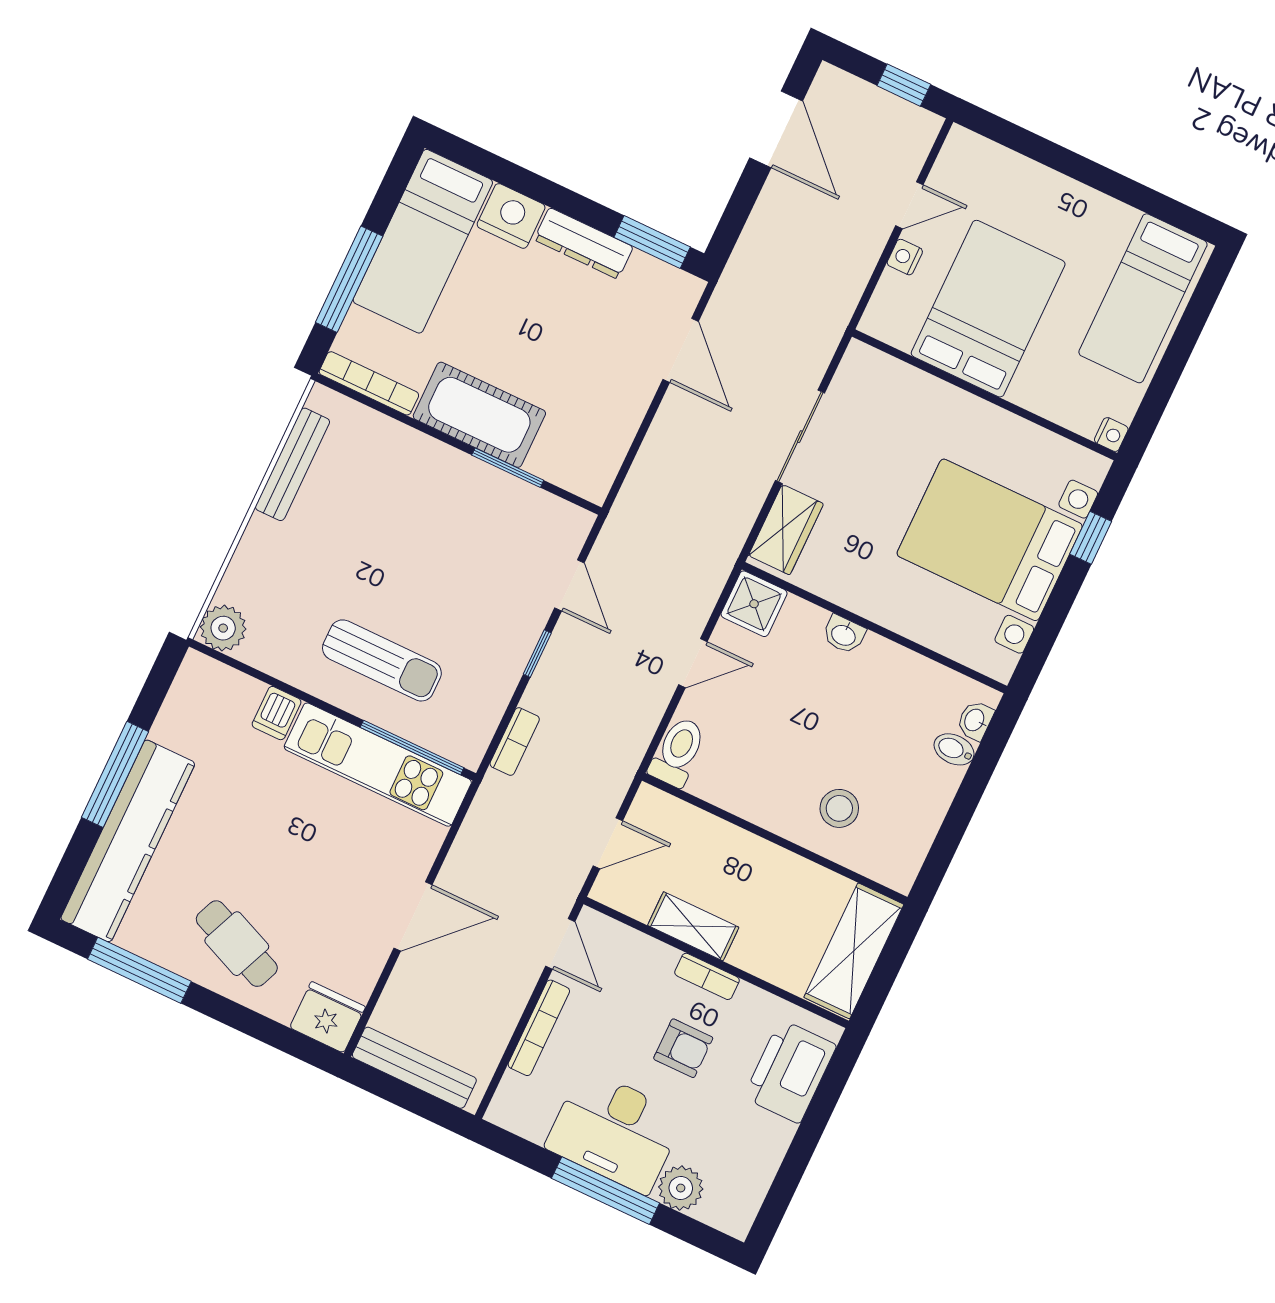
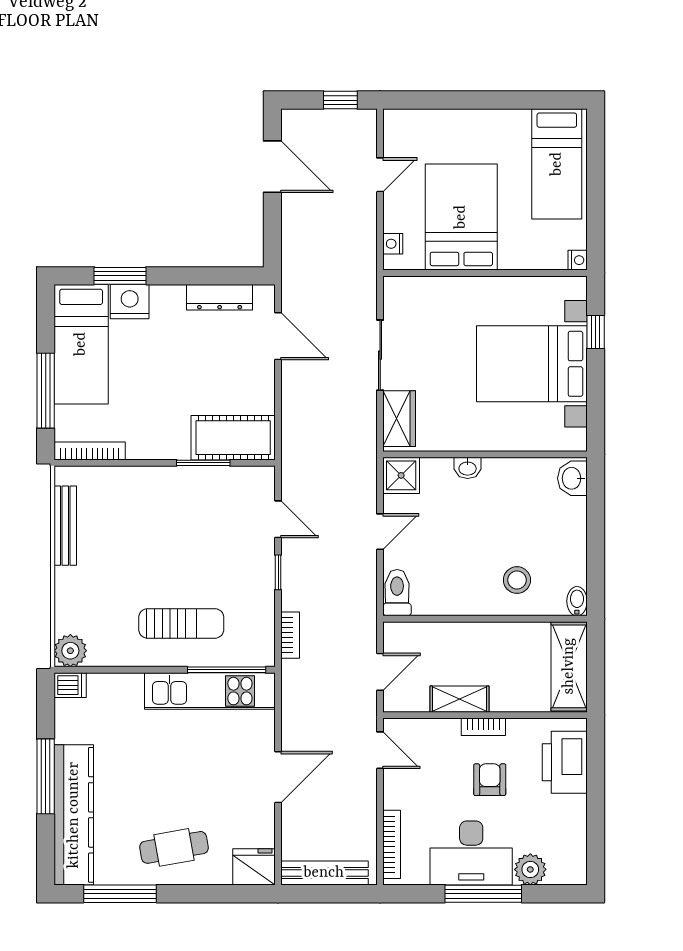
window: (652, 242) -> (120, 276), moved
dresser: (584, 243) -> (220, 297), moved
nightstand: (905, 257) -> (393, 244), moved
cot: (479, 415) -> (233, 438), moved
dishwasher: (277, 713) -> (70, 685), moved, turned -90
washbasin: (975, 720) -> (572, 478), width x1.38, depth x1.45
bidet: (954, 749) -> (577, 601), moved, turned 90
cafe table: (237, 944) -> (174, 847), turned -33
bookcase: (539, 1028) -> (392, 844), moved
armchair: (683, 1048) -> (490, 780), turned -90

